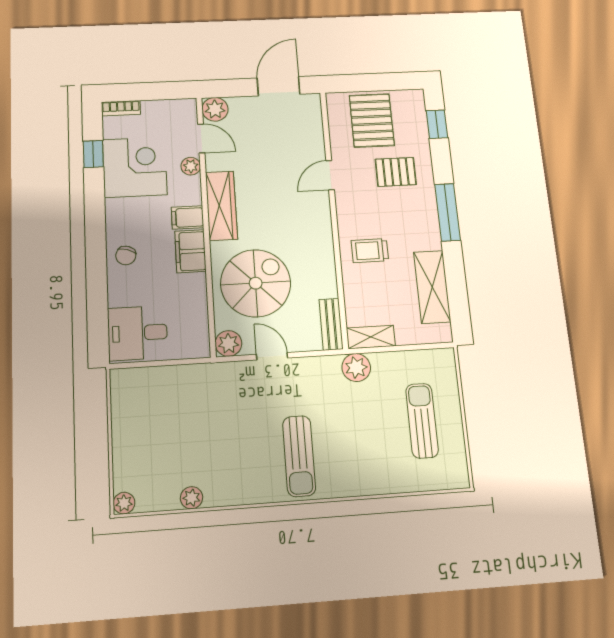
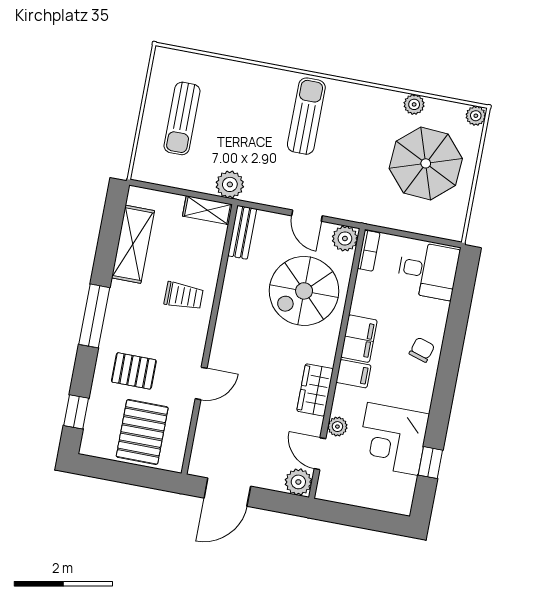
bookcase: (121, 108) -> (369, 251), moved, turned 90
wardrobe: (221, 206) -> (315, 390), width x0.67
parasol: (165, 439) -> (426, 163), added

